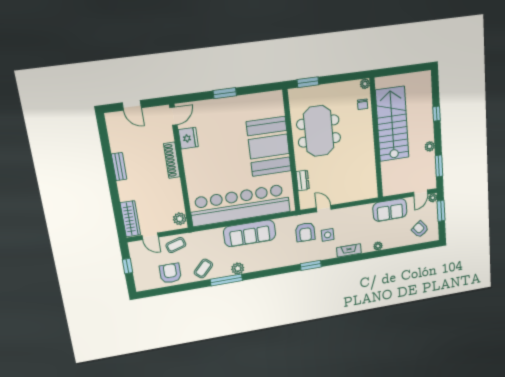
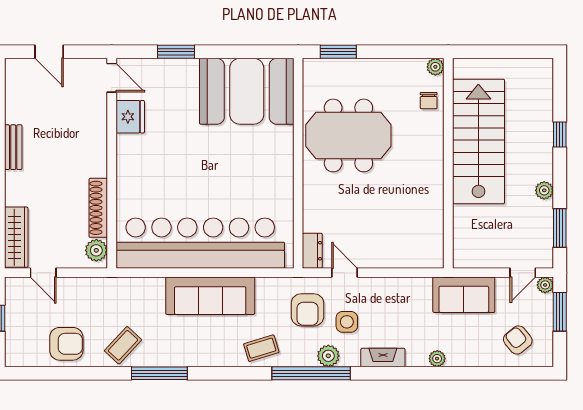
window: (225, 93) -> (176, 52), moved
door: (173, 116) -> (112, 78), hinge flipped
meeting table: (319, 131) -> (348, 135), turned 90
booth: (269, 147) -> (247, 91), moved, turned 90
shoe rack: (172, 160) -> (98, 208), moved
dresser: (303, 180) -> (312, 251), moved
coffee table: (176, 245) -> (261, 348), moved
window: (311, 265) -> (311, 373), width x2.11
plant: (238, 268) -> (328, 356), moved
armchair: (170, 273) -> (66, 344), turned 90

